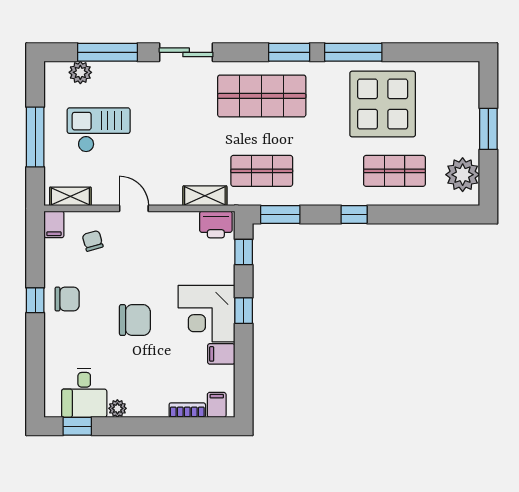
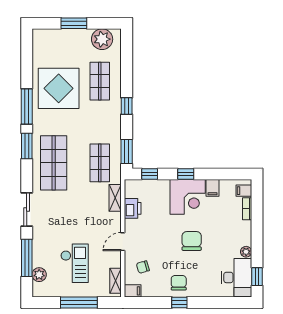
checkout: (99, 130) -> (75, 263), turned 180
printer: (216, 224) -> (133, 208), moved
desk: (84, 393) -> (237, 277), width x1.37

